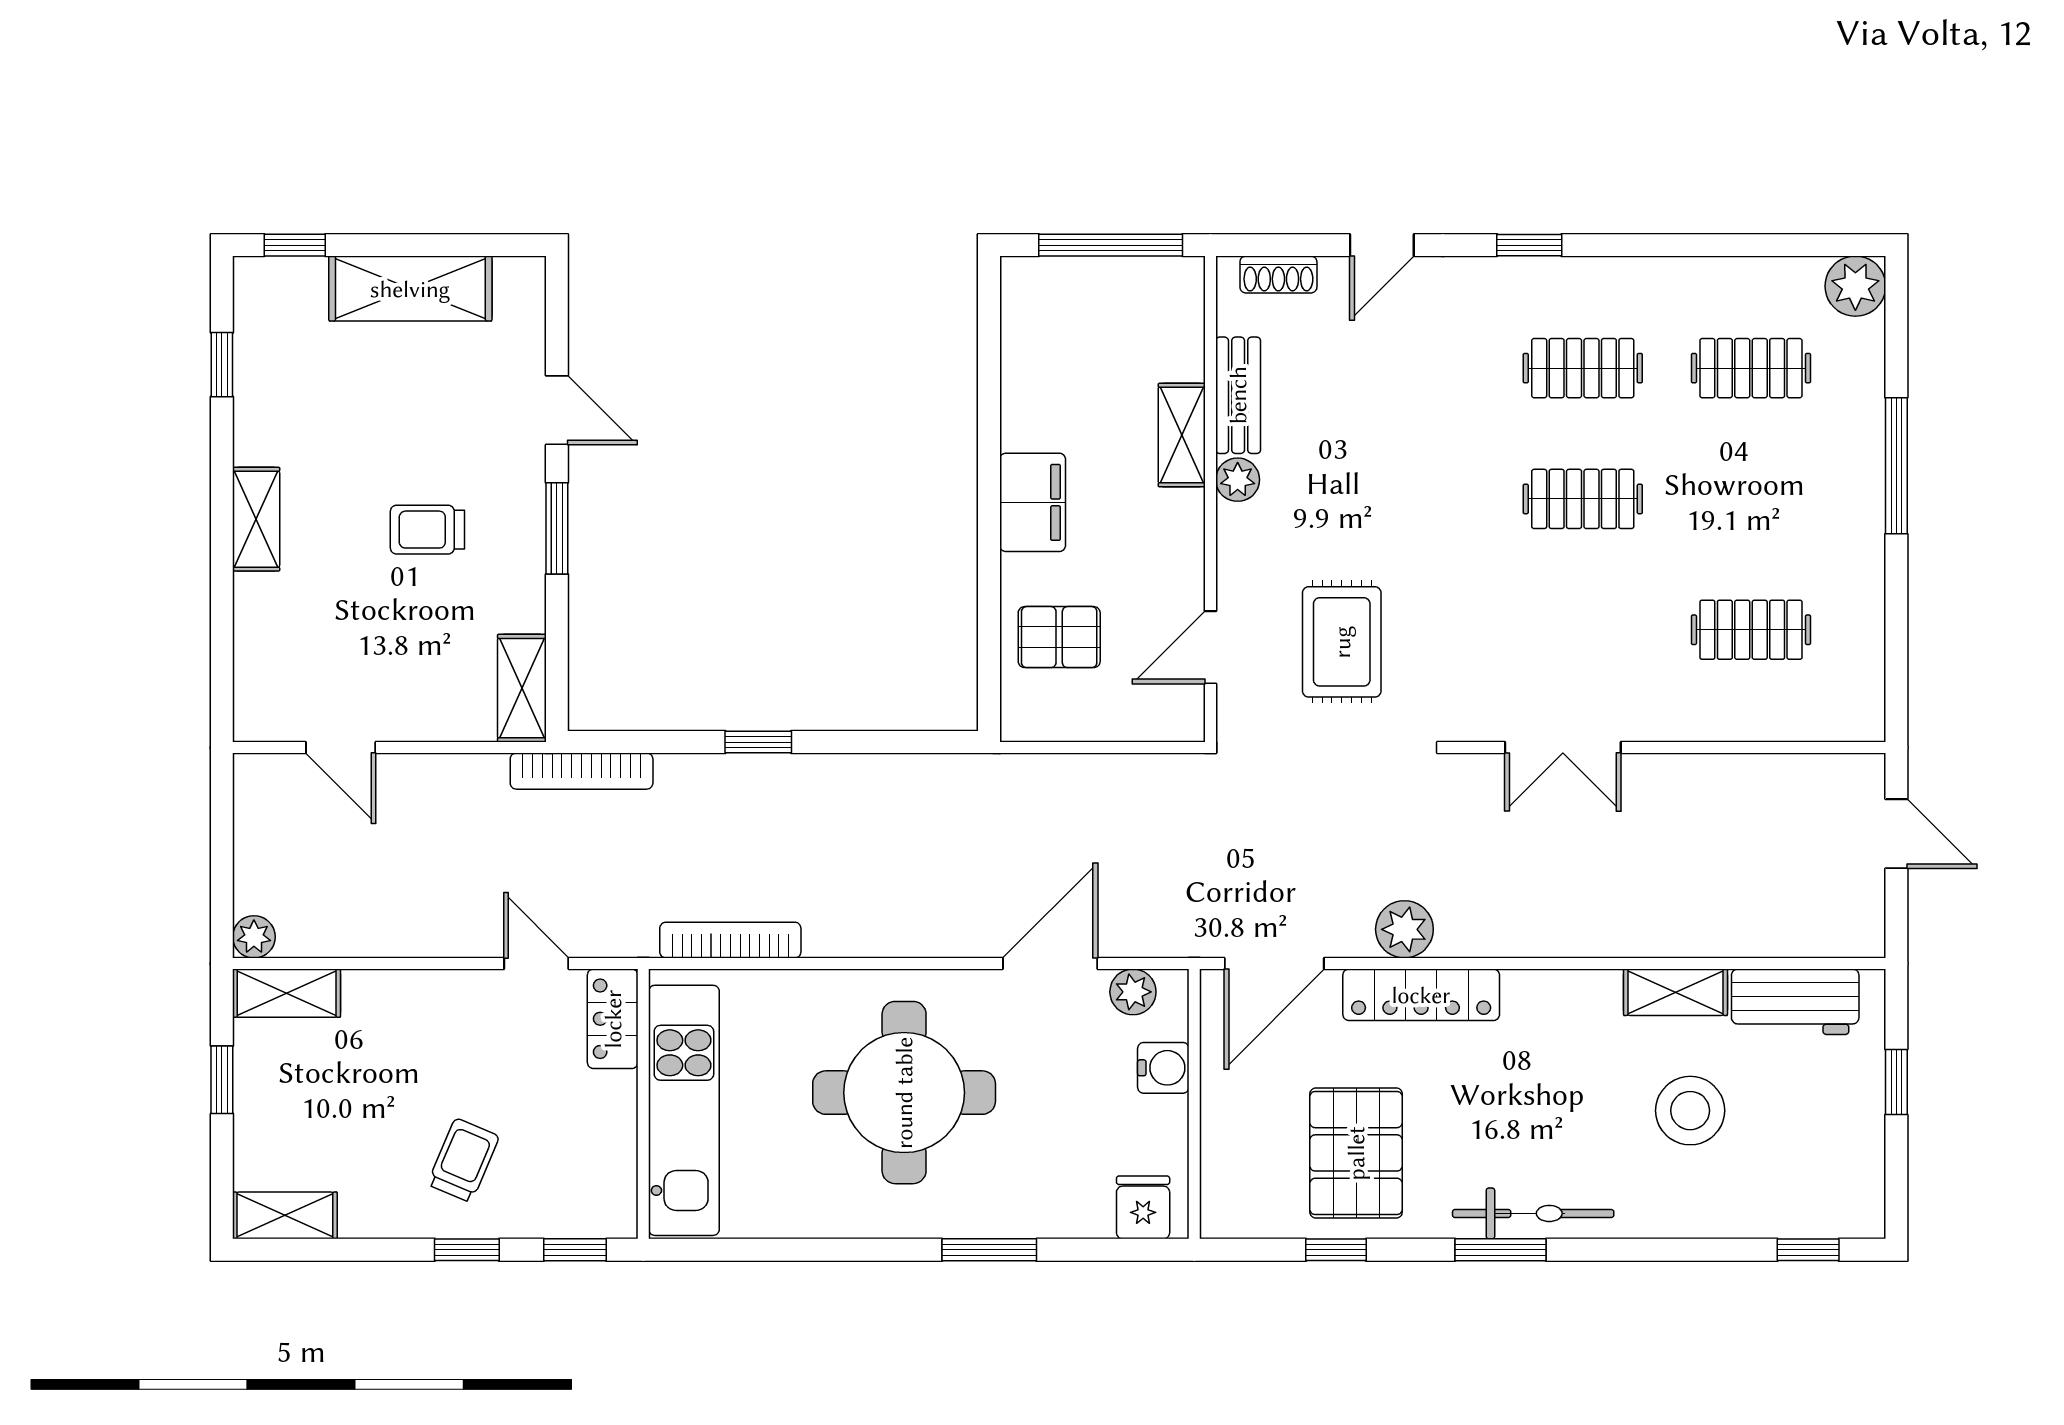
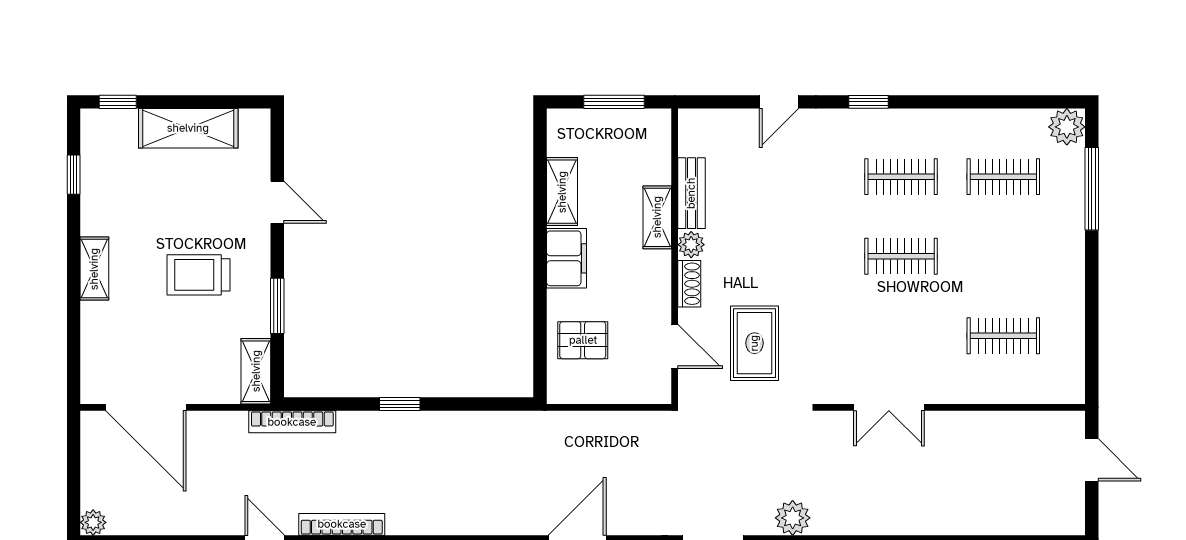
window: (1111, 245) -> (614, 102), width x0.69
shoe rack: (1278, 275) -> (689, 284), moved, turned -90
shelving: (1025, 393) -> (562, 192), added
window: (1896, 466) -> (1092, 189), moved
window: (557, 528) -> (277, 306), moved
trolley: (427, 530) -> (199, 275), width x1.36, depth x1.39
door: (1210, 647) -> (675, 346), swing flipped
door: (341, 747) -> (146, 407), width x1.87
bookcase: (730, 940) -> (342, 524), moved

